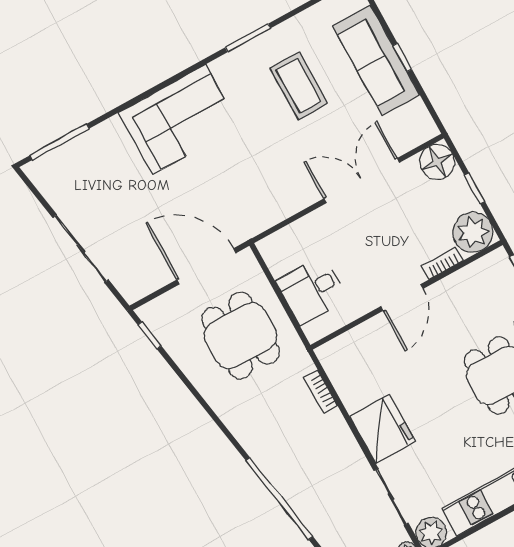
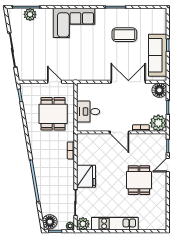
sofa: (376, 60) -> (158, 55), moved
coffee table: (299, 86) -> (124, 35), turned 90
plant: (76, 153) -> (30, 14), added
door: (206, 266) -> (55, 82), width x0.53
door: (402, 298) -> (119, 132), hinge flipped

